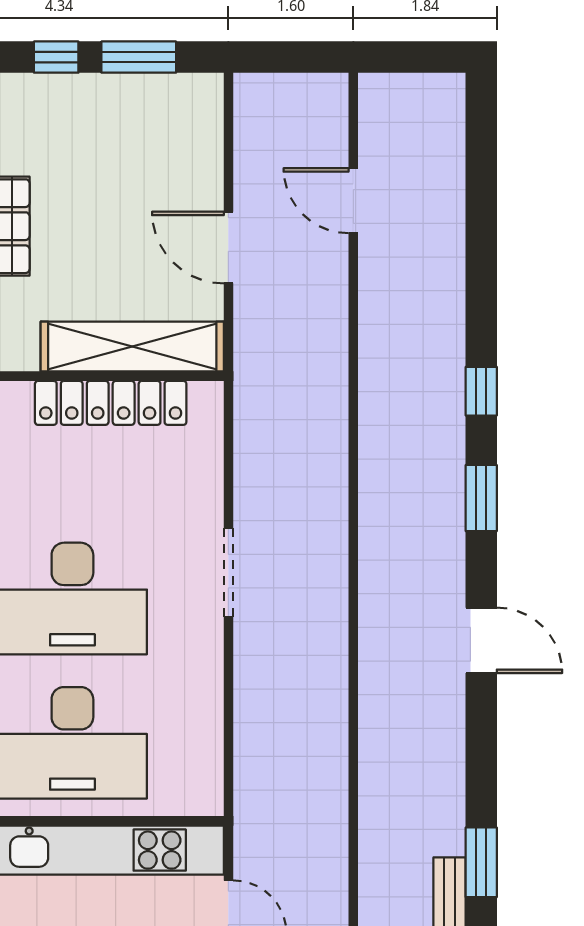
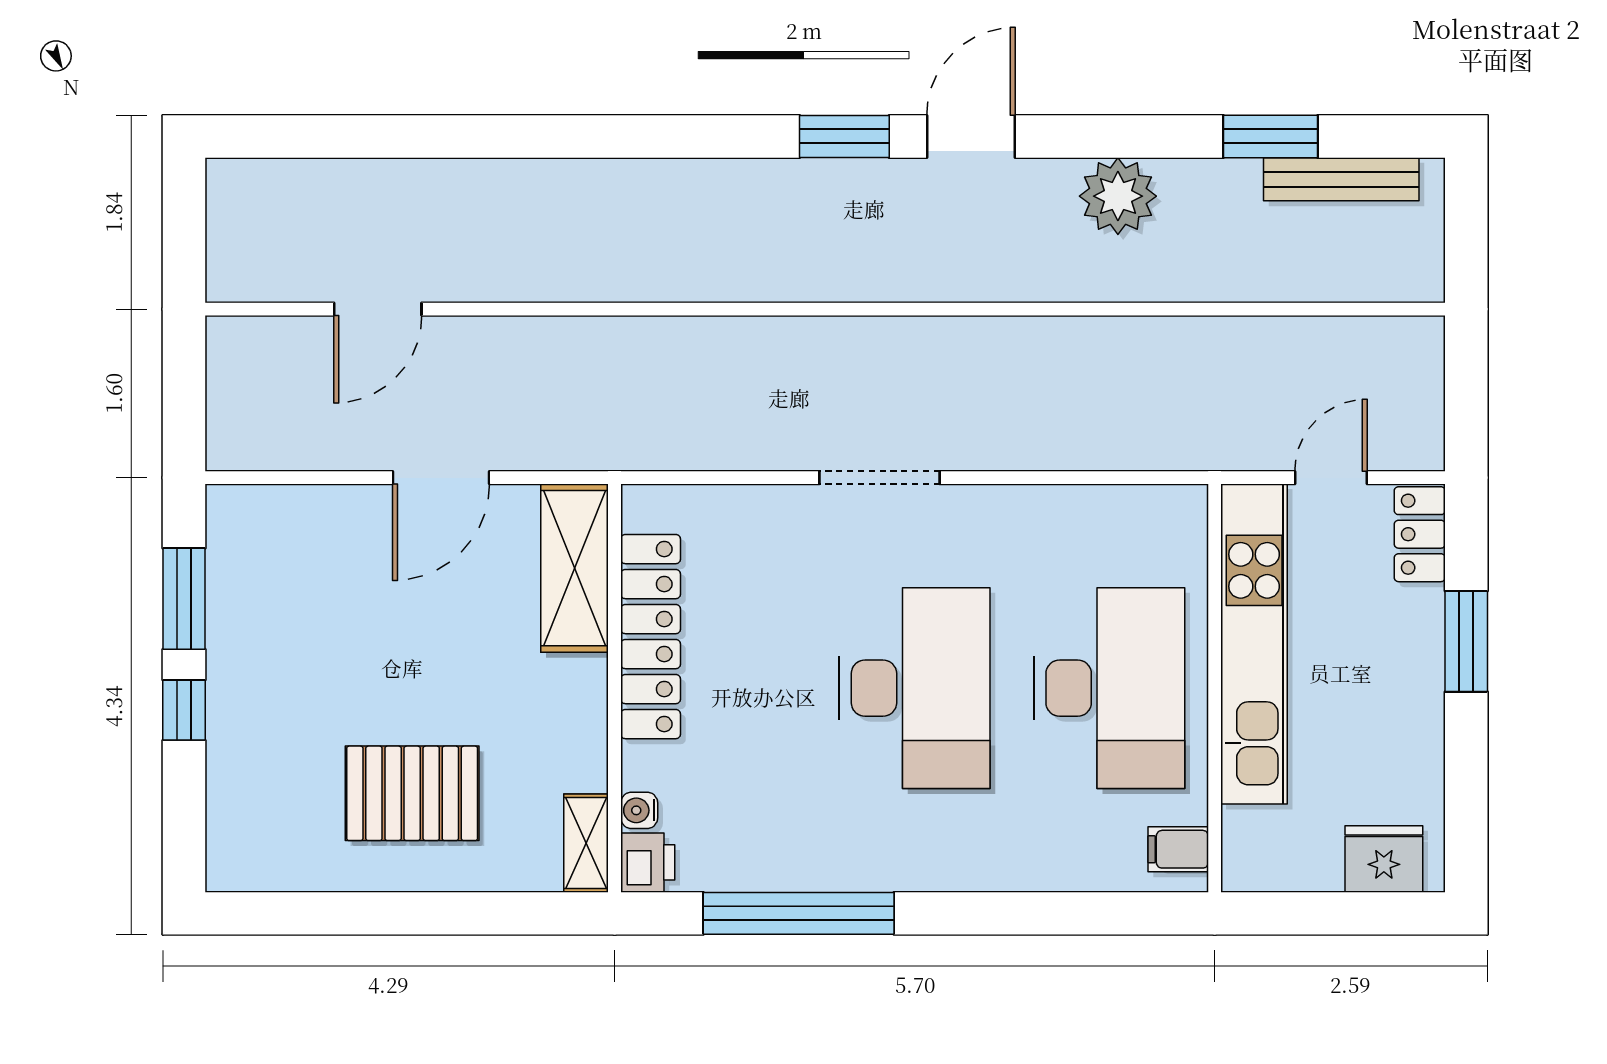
shelving: (132, 347) -> (575, 568), width x0.68
window: (481, 391) -> (635, 136), removed
window: (481, 498) -> (844, 136), moved
plant: (437, 749) -> (1118, 196), added

